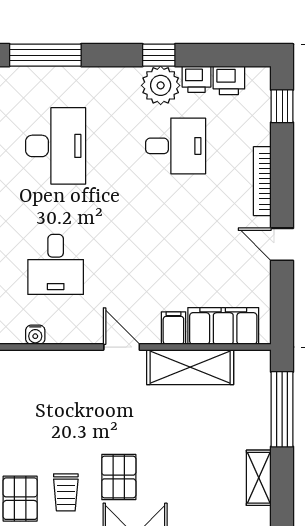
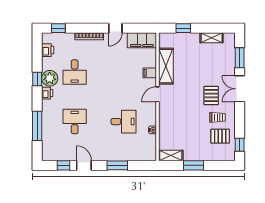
printer: (197, 79) -> (47, 93), moved
desk: (56, 146) -> (75, 122), width x0.73
desk: (176, 146) -> (75, 72), turned 180
filing cabinet: (223, 326) -> (142, 40), moved, turned -90
window: (282, 409) -> (183, 28), width x0.46
pallet: (119, 477) -> (211, 95), turned 90

